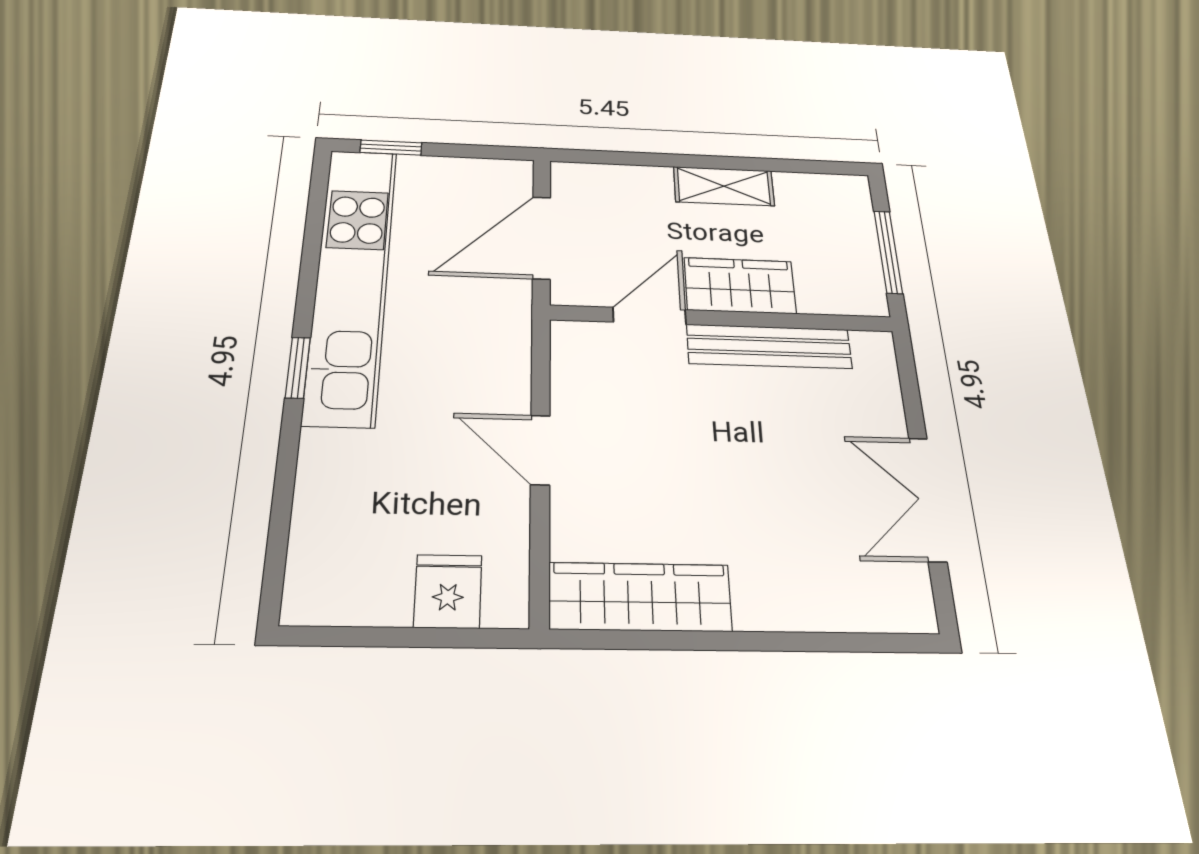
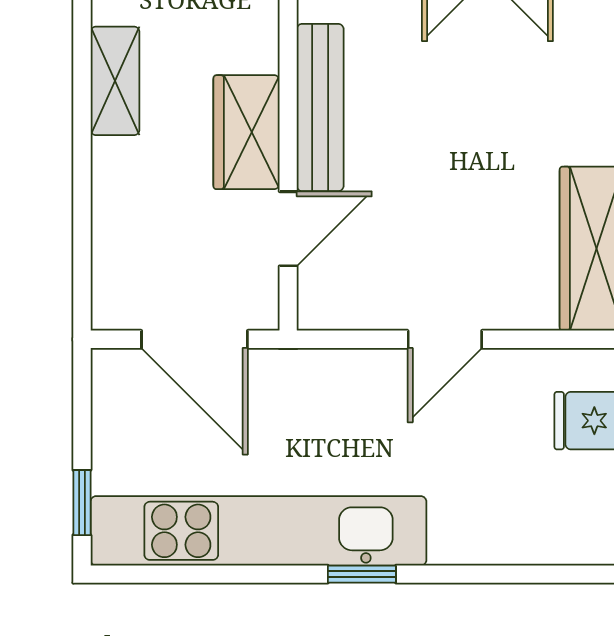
shelving: (724, 186) -> (115, 81), moved
door: (649, 316) -> (288, 229), swing flipped

